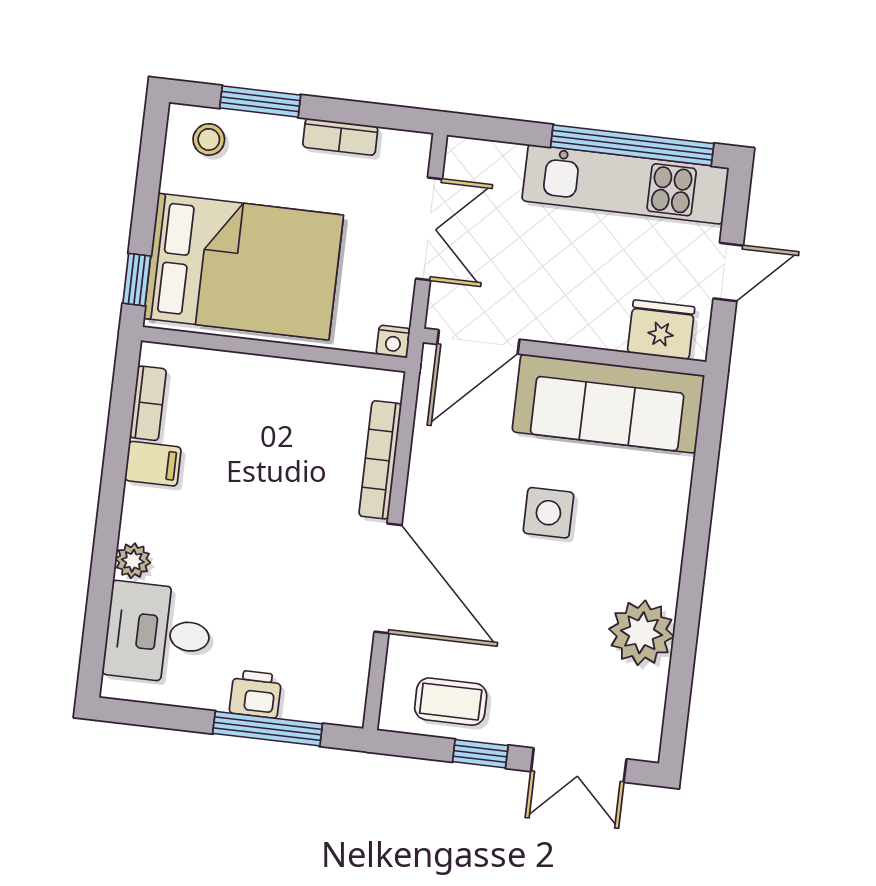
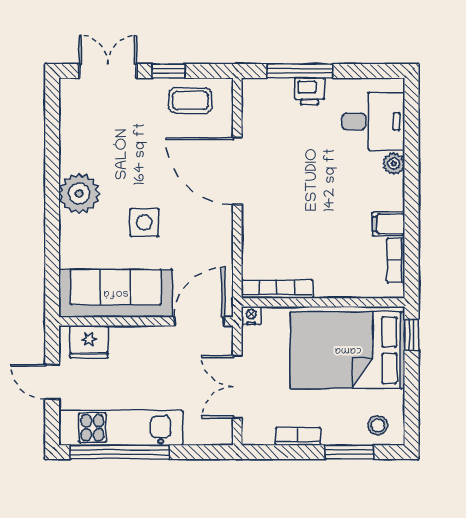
door: (728, 272) -> (52, 382), hinge flipped
bookcase: (380, 460) -> (277, 289), moved, turned -90
plant: (641, 633) -> (79, 193), moved

